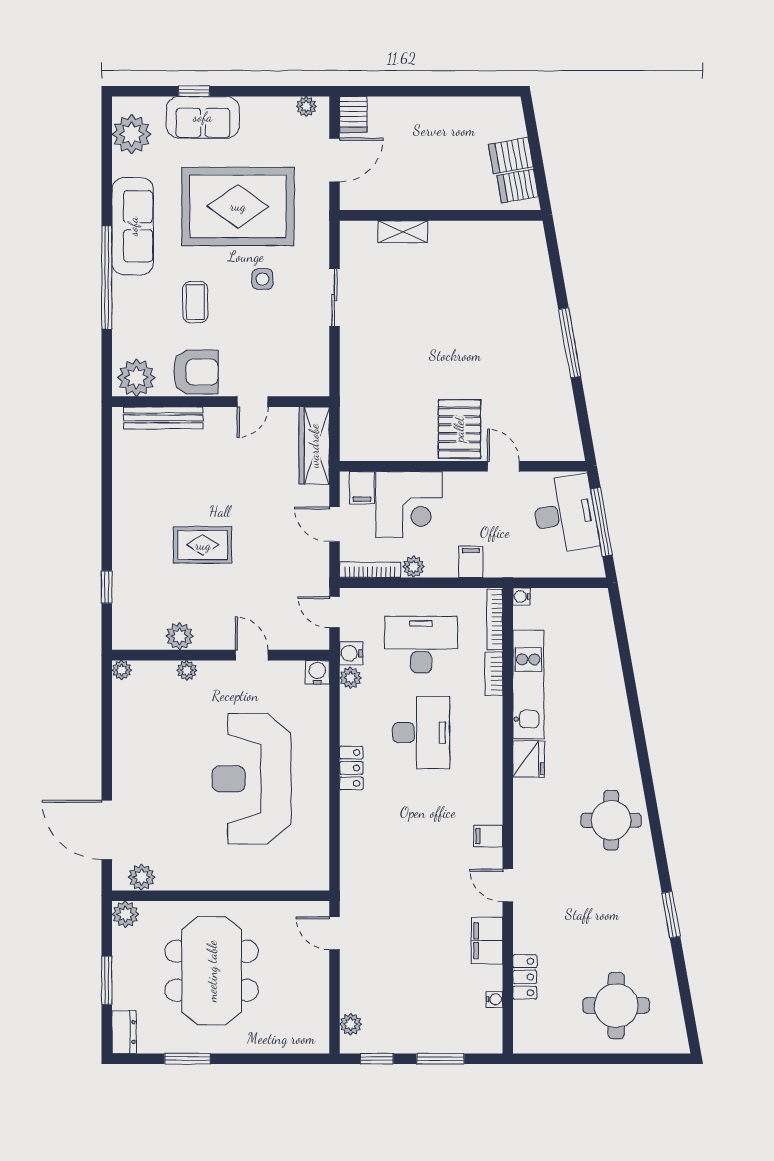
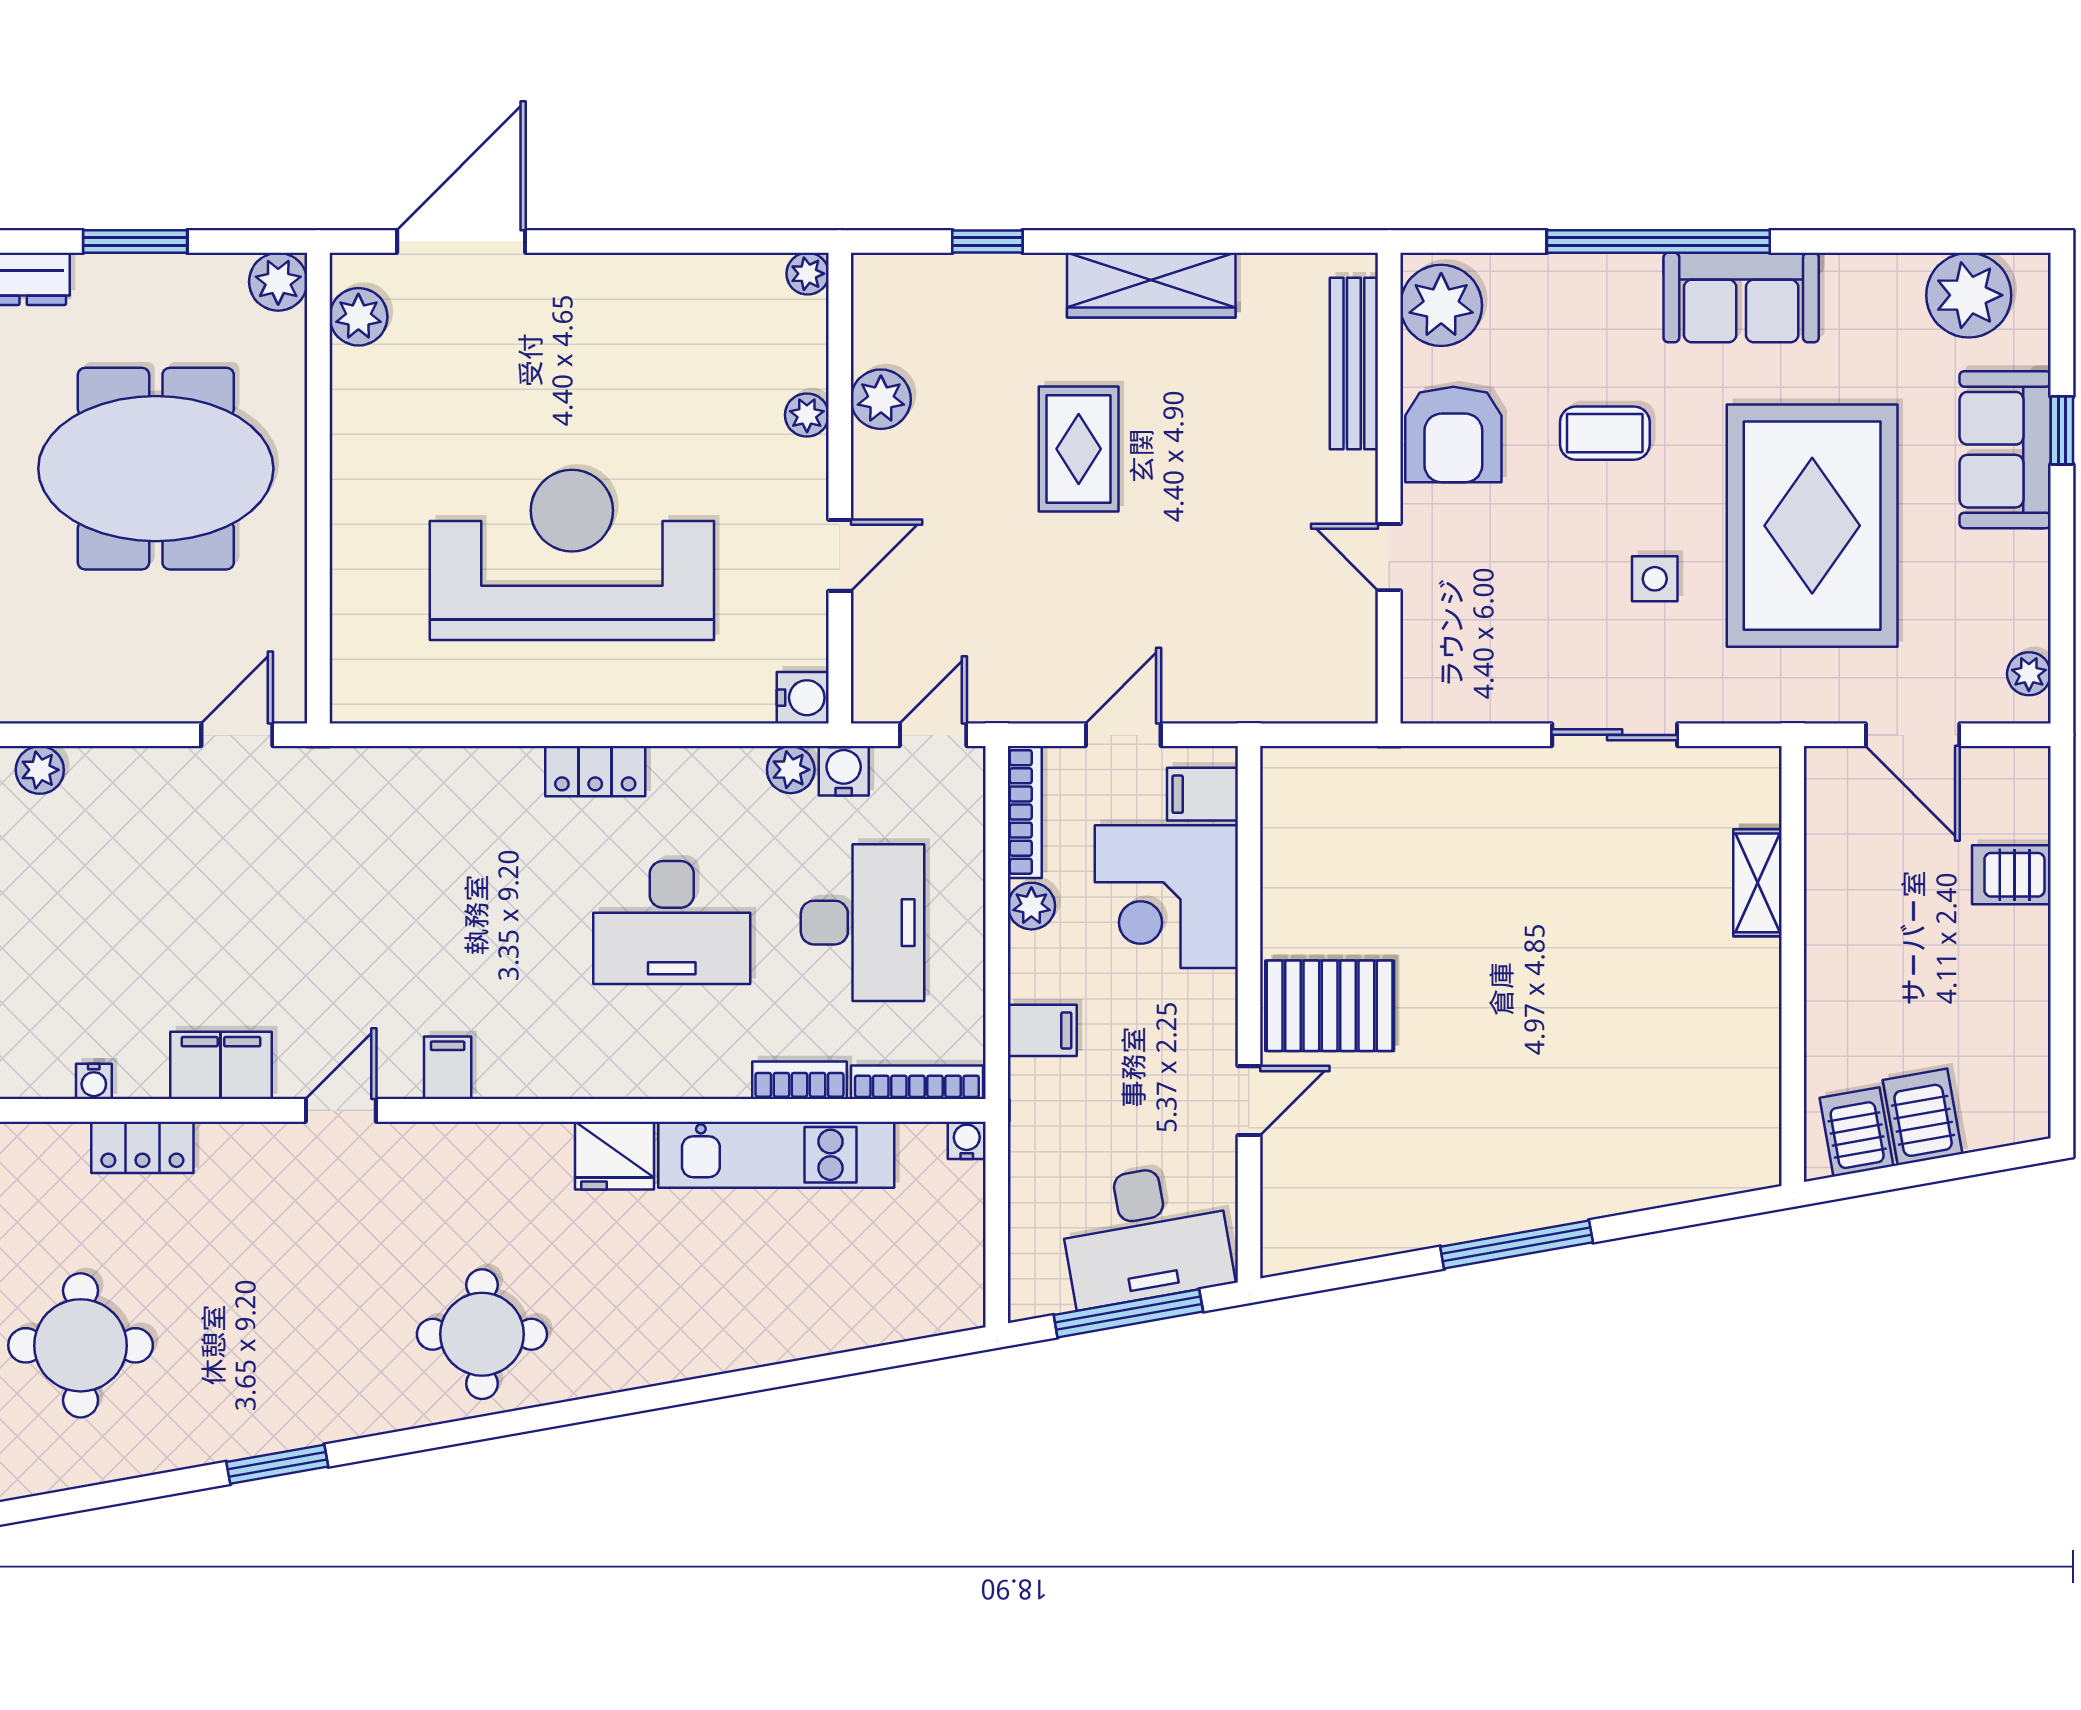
server rack: (353, 114) -> (2011, 875), moved
sofa: (133, 226) -> (1741, 298), width x0.73
wardrobe: (314, 446) -> (1151, 285), moved, turned 180

